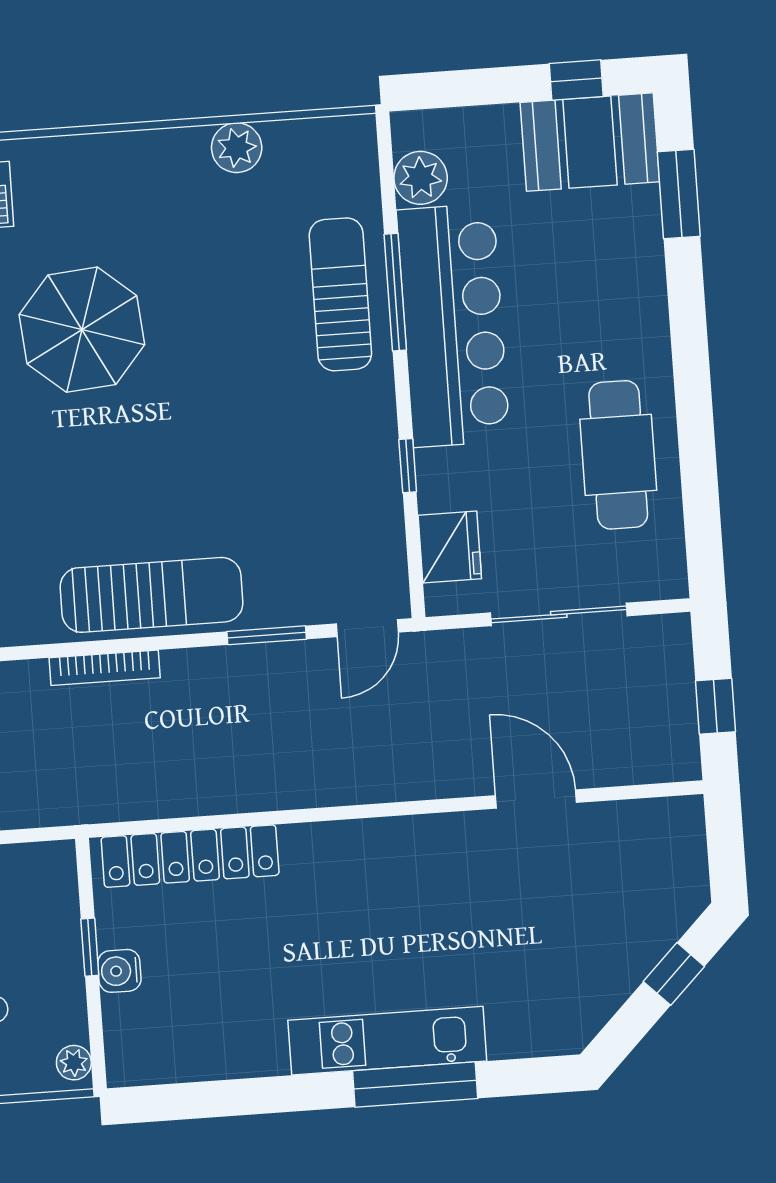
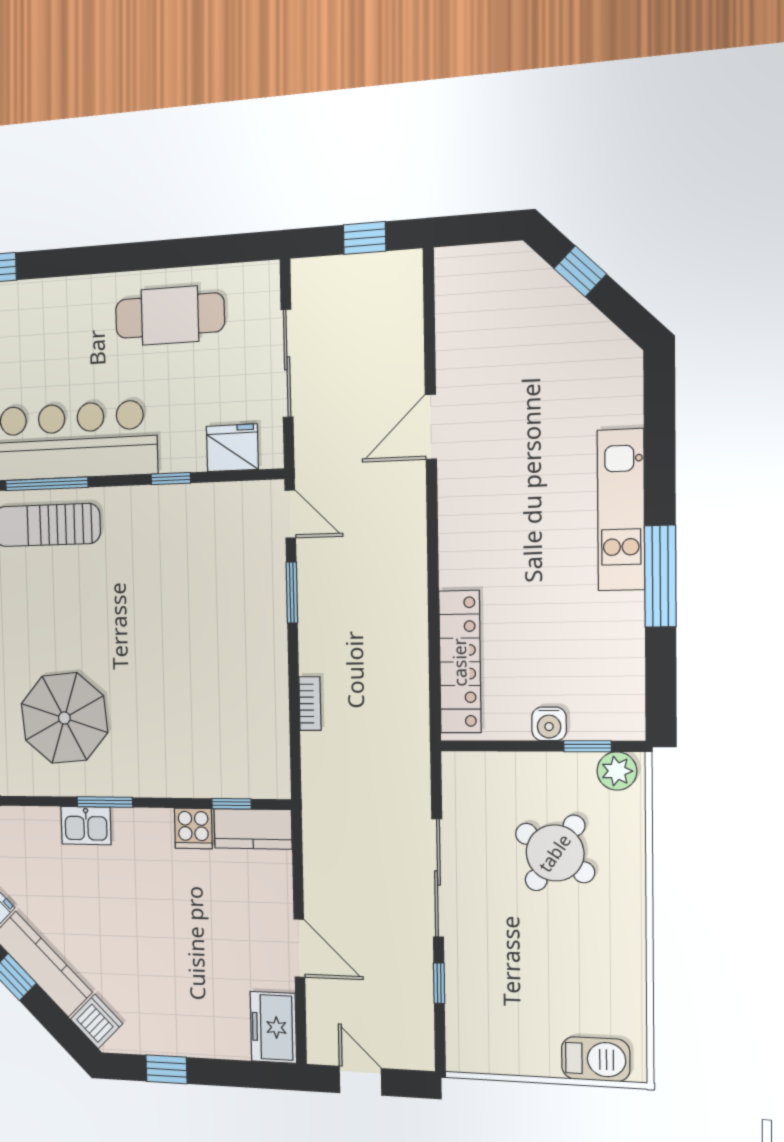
sun lounger: (152, 595) -> (257, 679), removed
bookcase: (105, 668) -> (310, 704), width x0.64
door: (536, 799) -> (431, 427), moved
window: (90, 947) -> (587, 746), moved
plant: (74, 1063) -> (617, 771), width x1.38, depth x1.38
window: (415, 1085) -> (660, 576), moved

